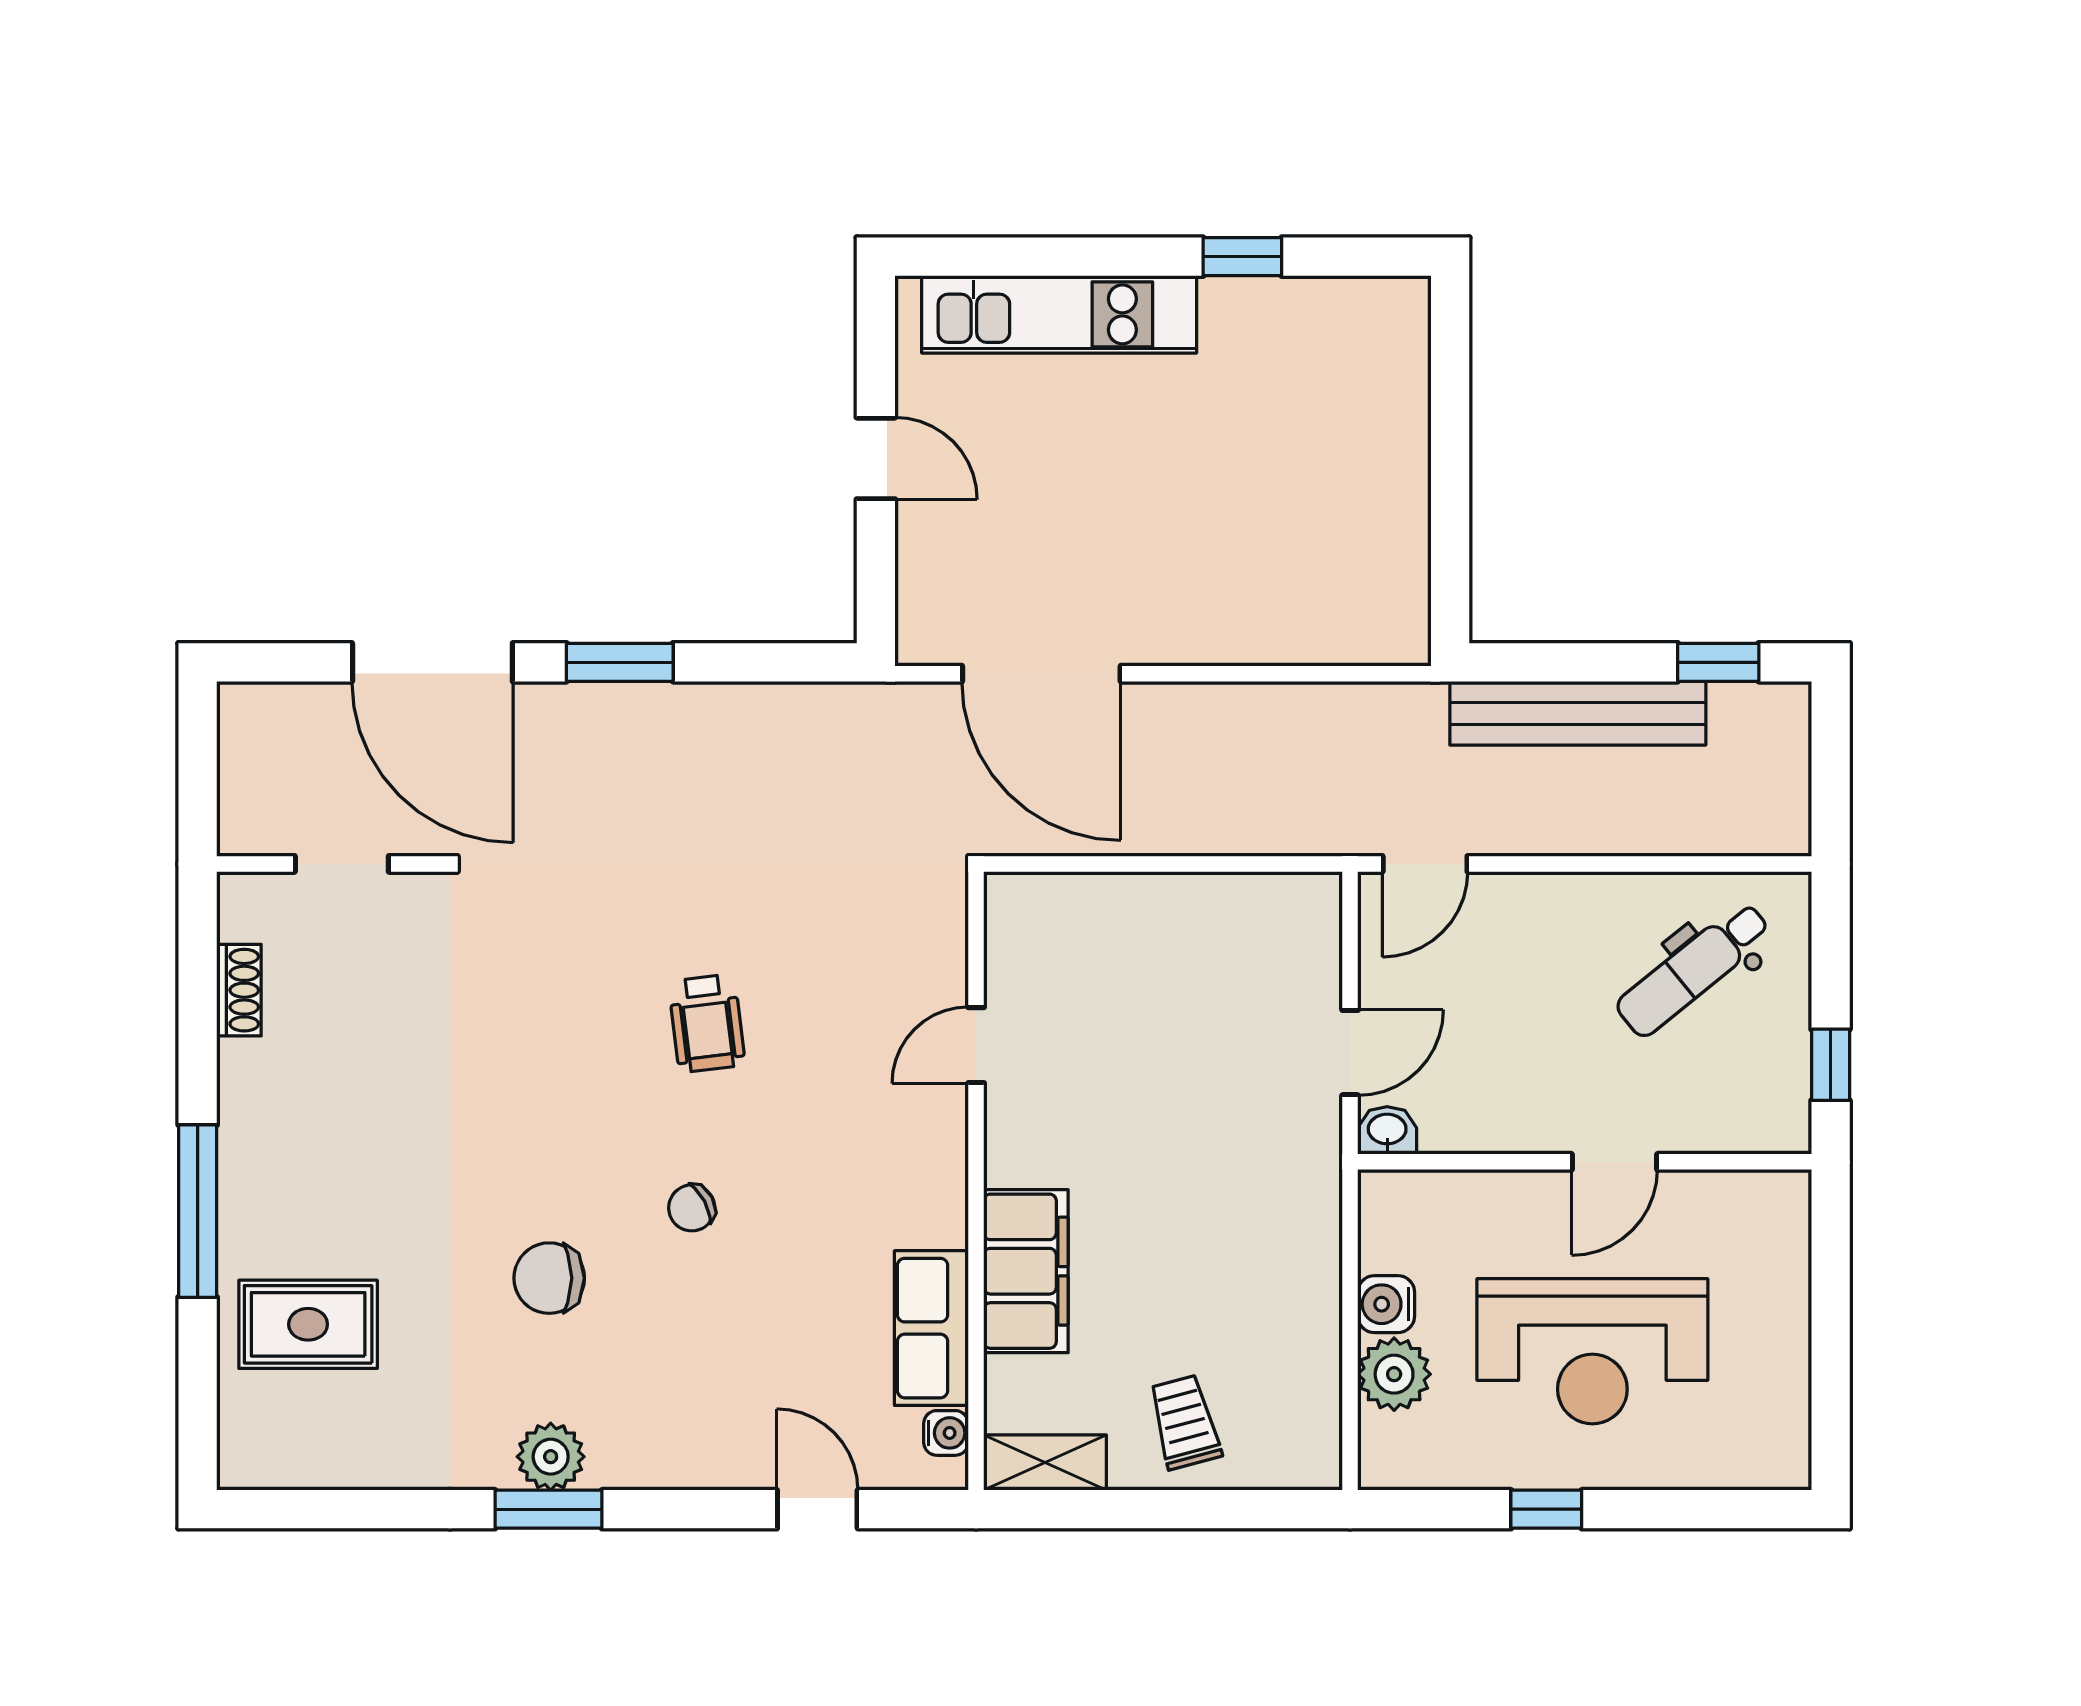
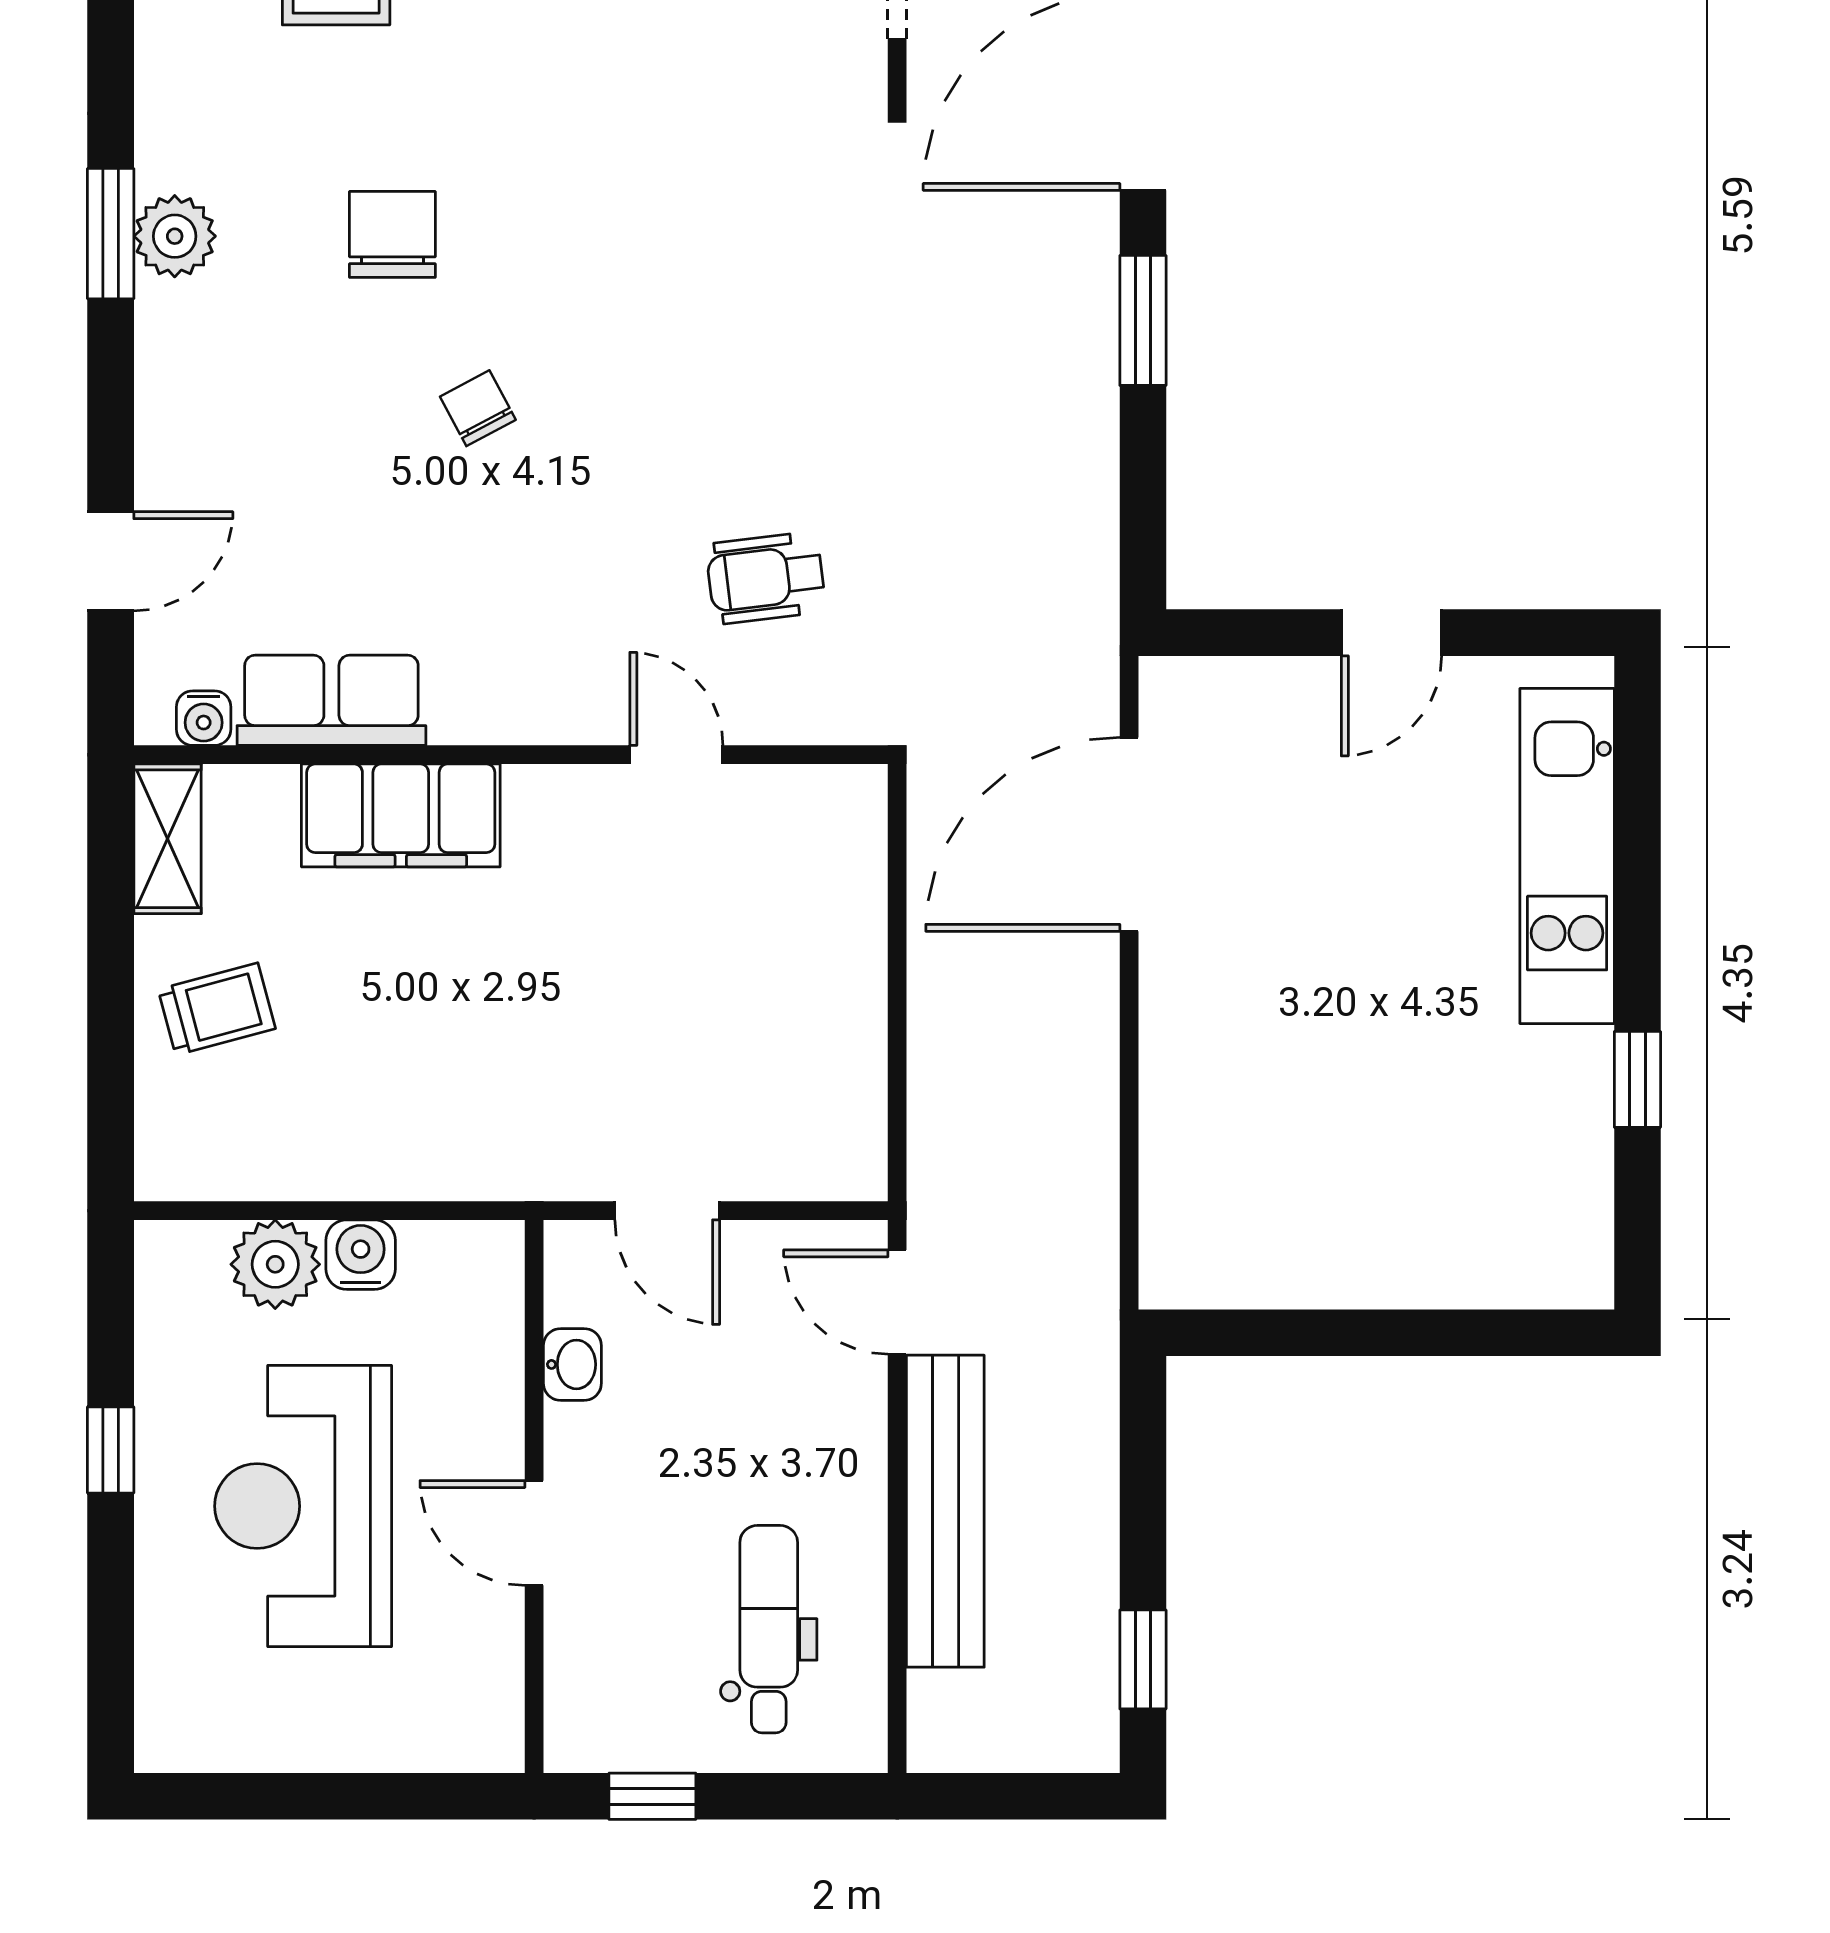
bench: (1578, 713) -> (945, 1511), moved
dental chair: (1693, 969) -> (769, 1629), turned 39
wheelchair: (707, 1023) -> (766, 578), moved
washbasin: (1387, 1130) -> (572, 1364), moved

